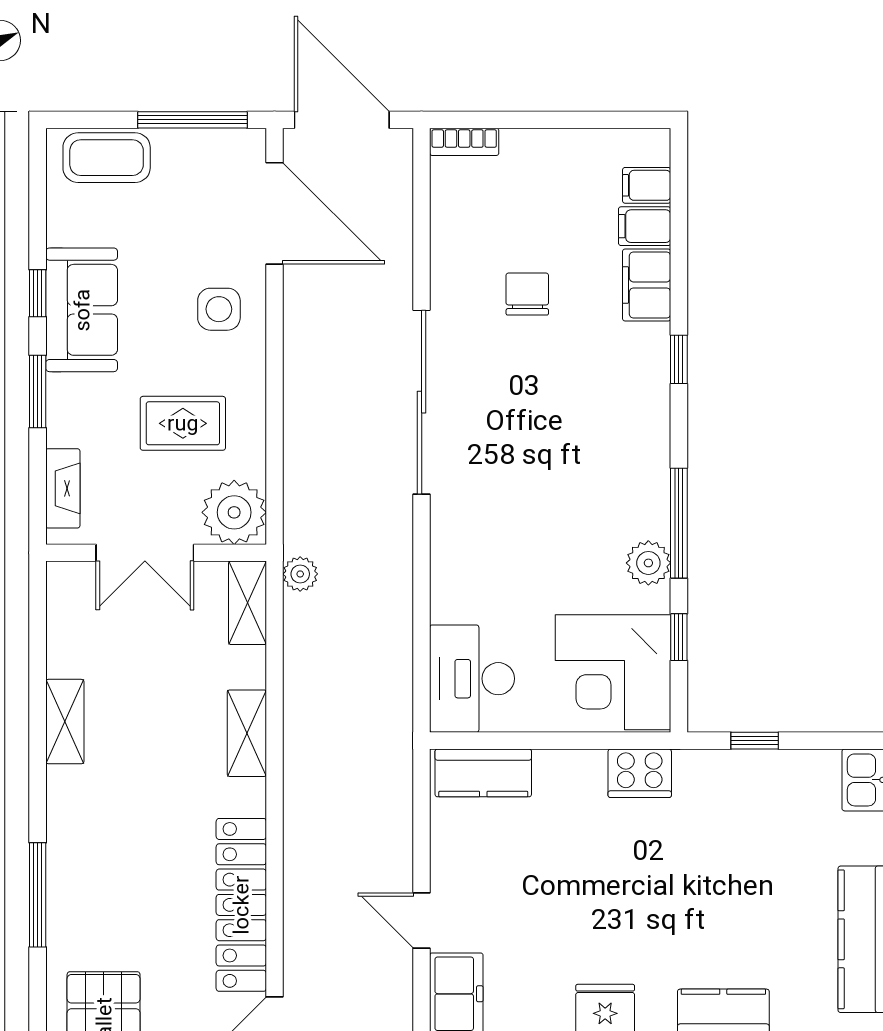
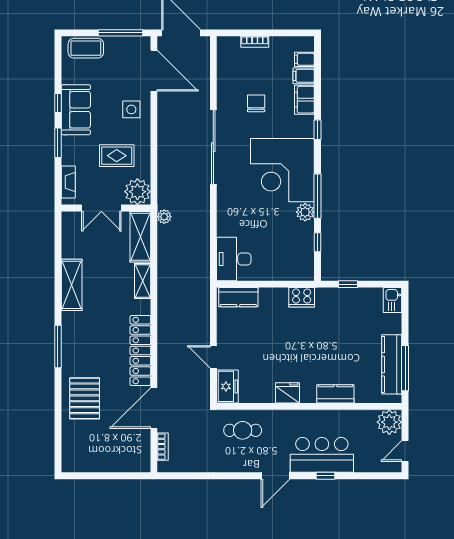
bookcase: (464, 142) -> (255, 42), moved
shelving: (248, 603) -> (140, 237), width x1.50, depth x1.33
corner desk: (613, 672) -> (282, 170), moved, width x1.36, depth x1.36
shelving: (65, 722) -> (72, 285), width x1.50, depth x1.33

